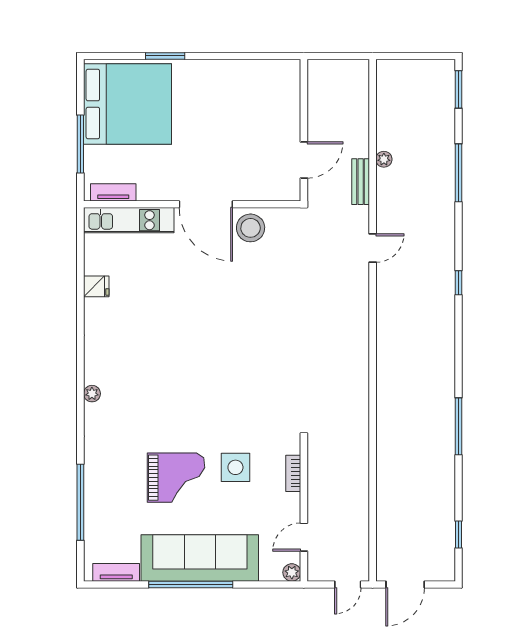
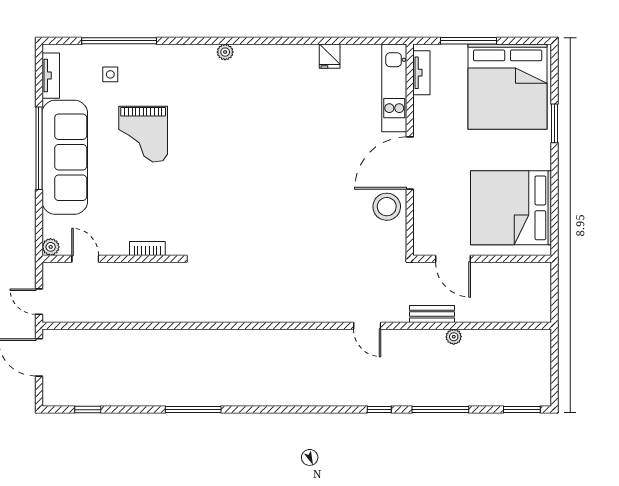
bed: (252, 101) -> (511, 208), added
window: (458, 283) -> (379, 410), moved
side table: (235, 467) -> (110, 74), moved, width x0.54, depth x0.54

